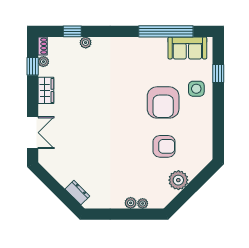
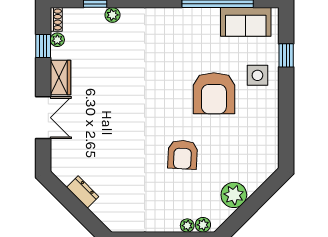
double door: (33, 133) -> (43, 118), moved
armchair: (164, 146) -> (183, 155), moved, turned 93
dresser: (77, 193) -> (83, 192), moved
plant: (131, 203) -> (203, 225), moved

